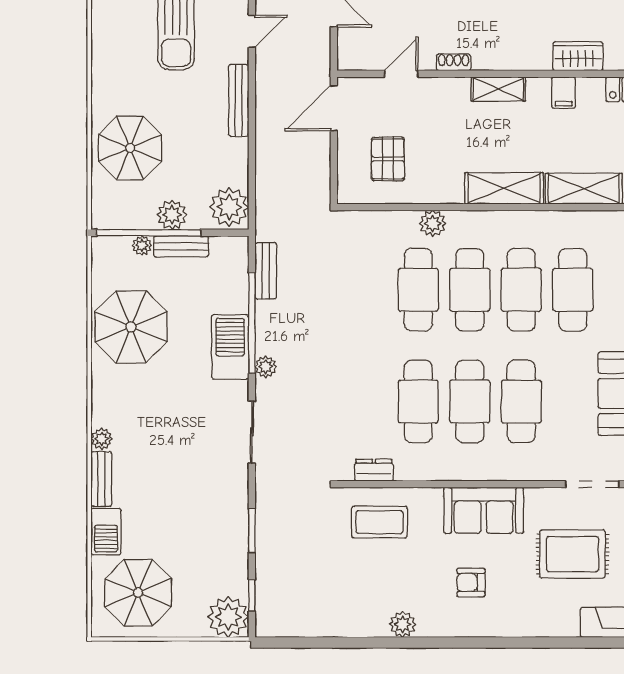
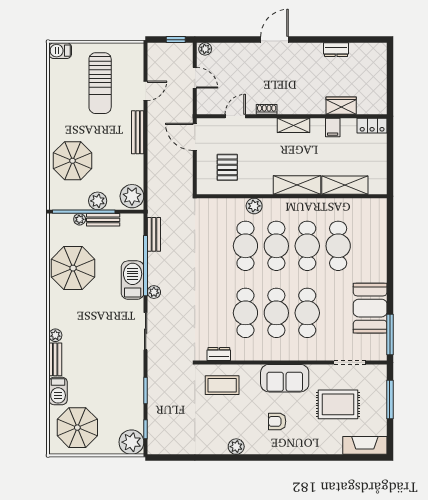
door: (334, 108) -> (195, 137), hinge flipped

